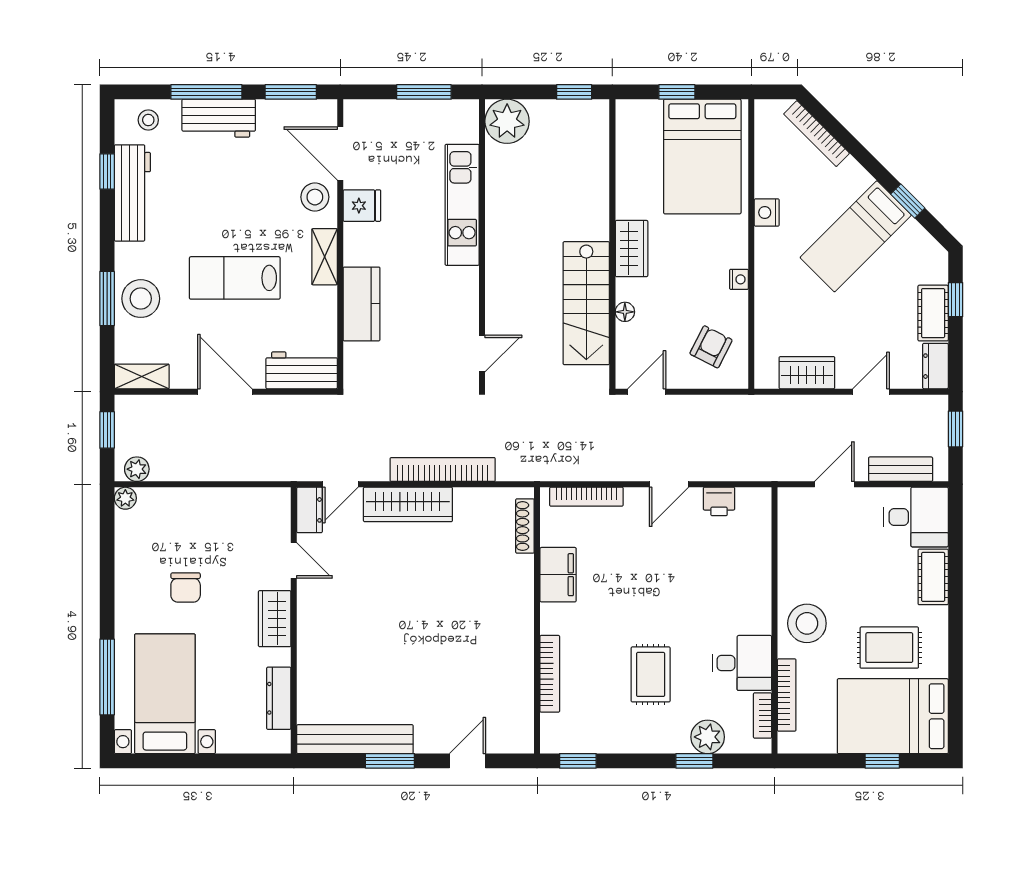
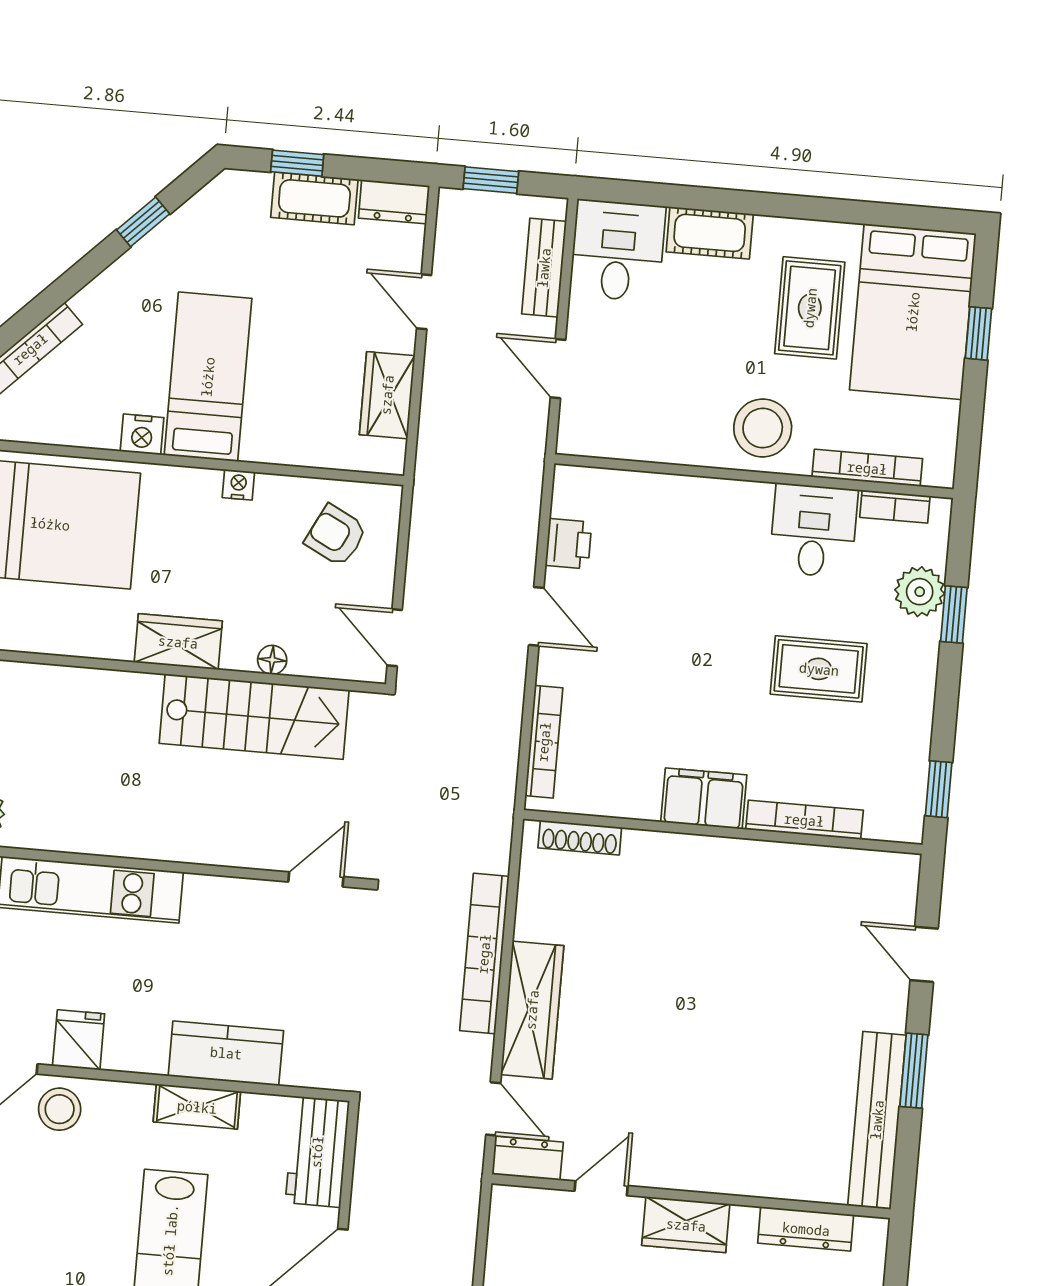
bed: (856, 236) -> (208, 377), moved, turned -135
shelving: (325, 257) -> (197, 1107), moved
door: (482, 353) -> (316, 879), hinge flipped
filing cabinet: (558, 575) -> (704, 798), moved

